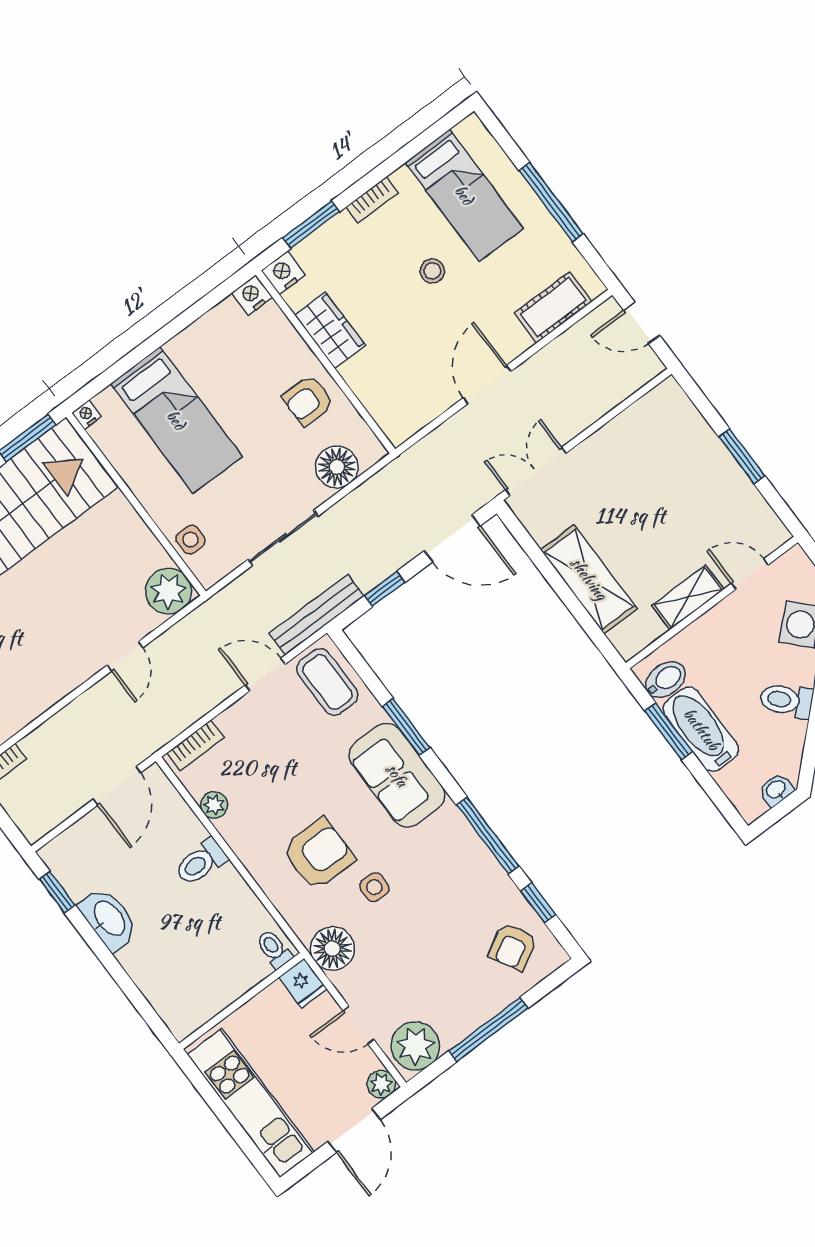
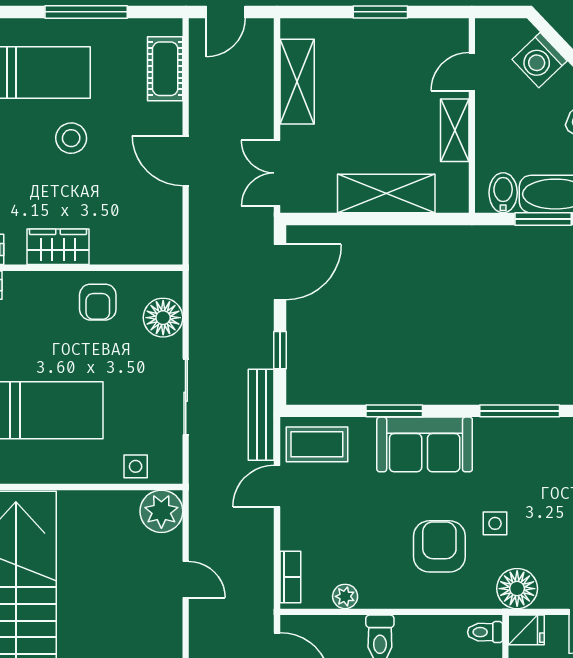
stool: (432, 271) -> (71, 138), width x1.37, depth x1.37
shelving: (628, 430) -> (297, 82), added

